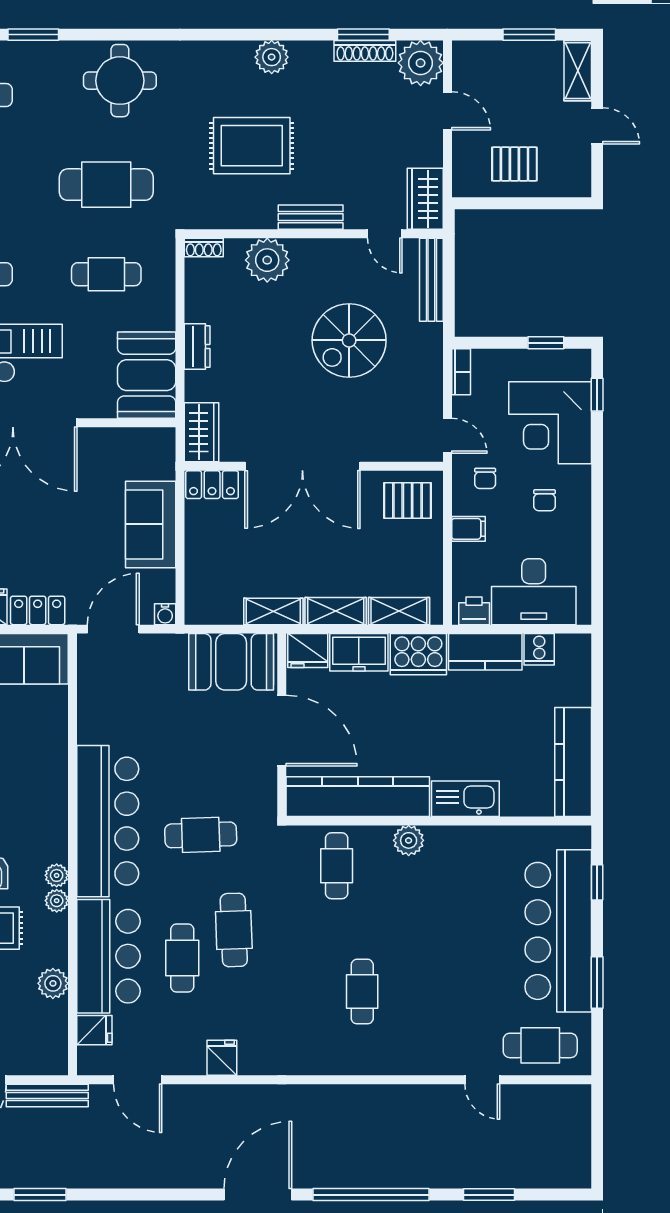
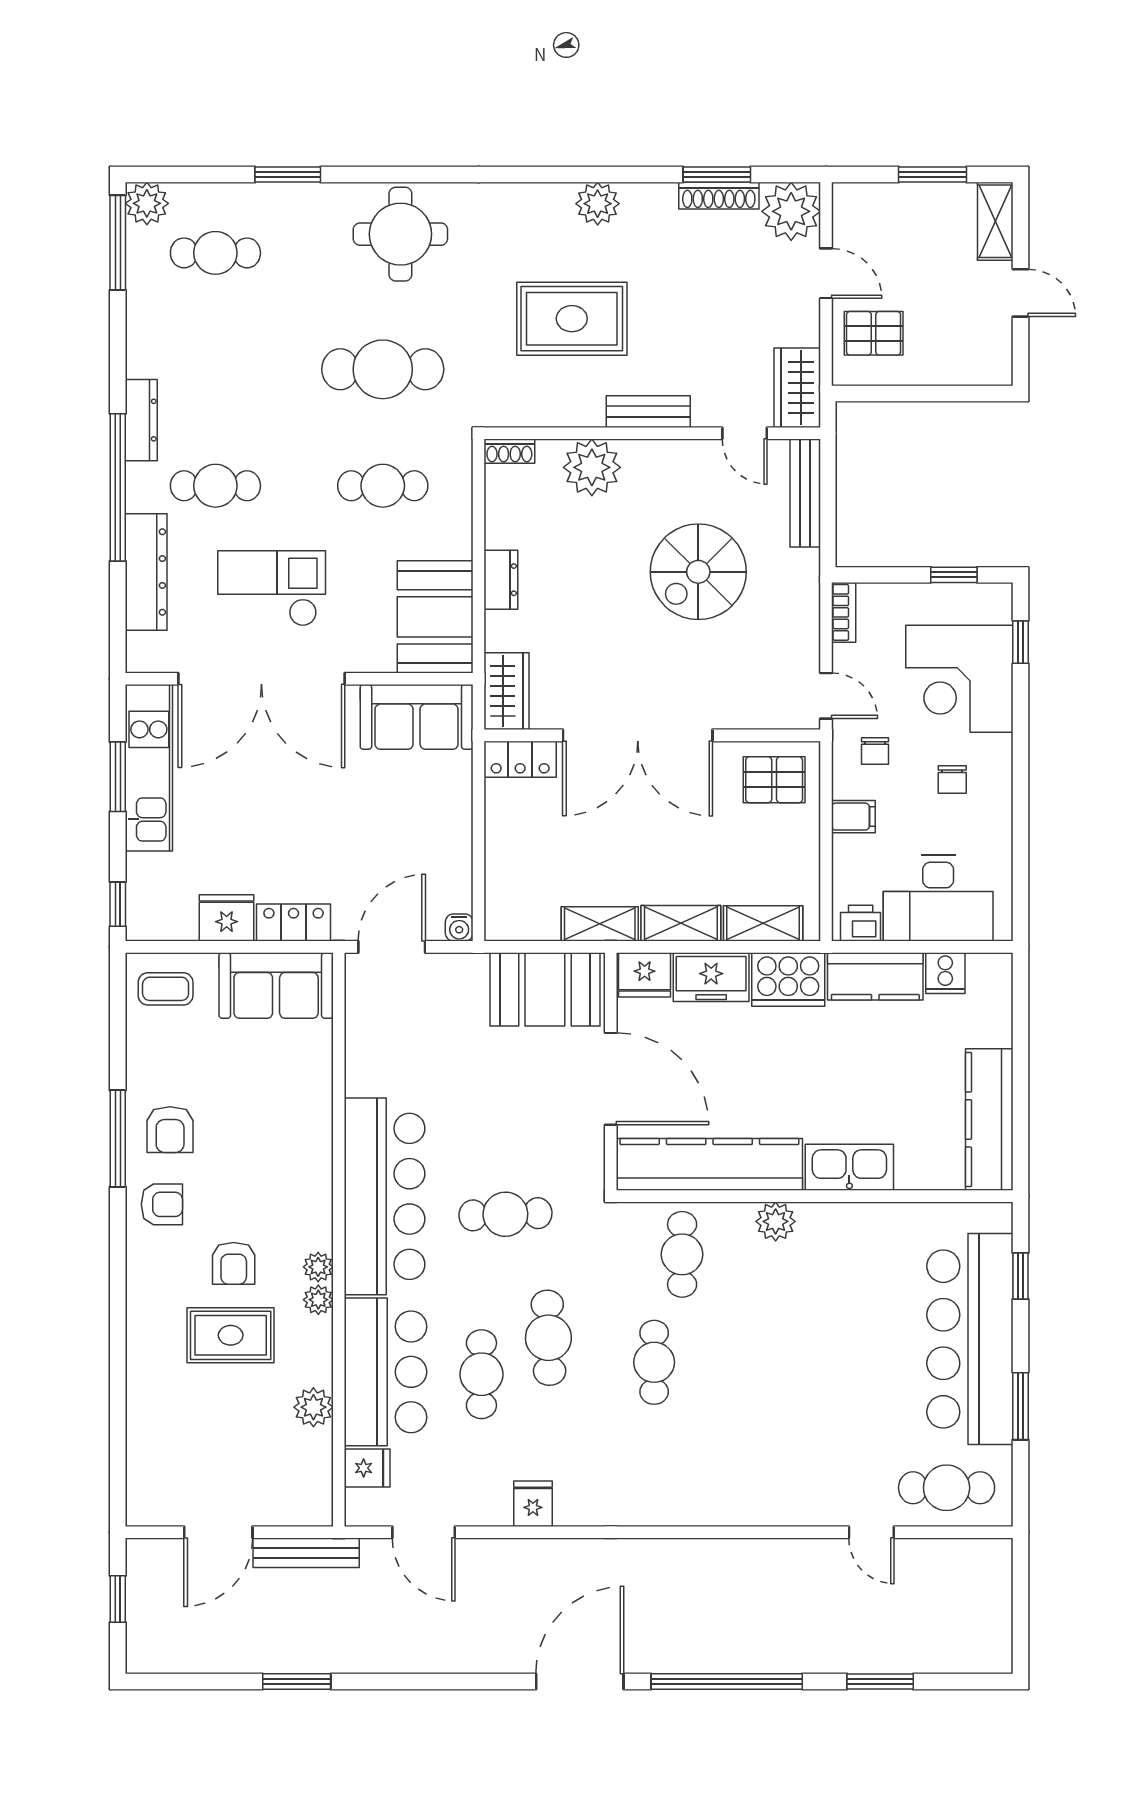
pallet: (514, 164) -> (874, 333), moved
sofa: (151, 524) -> (417, 717), moved, turned -90
cafe table: (362, 992) -> (654, 1362), moved

